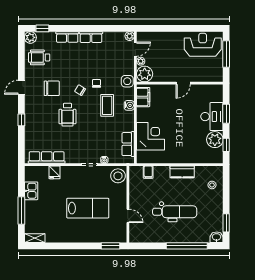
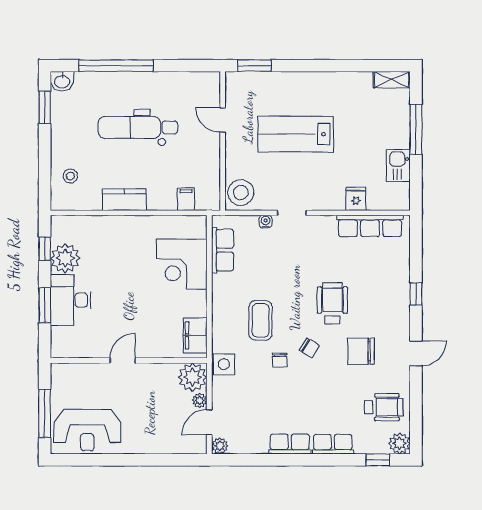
water cooler: (129, 105) -> (220, 320), removed

